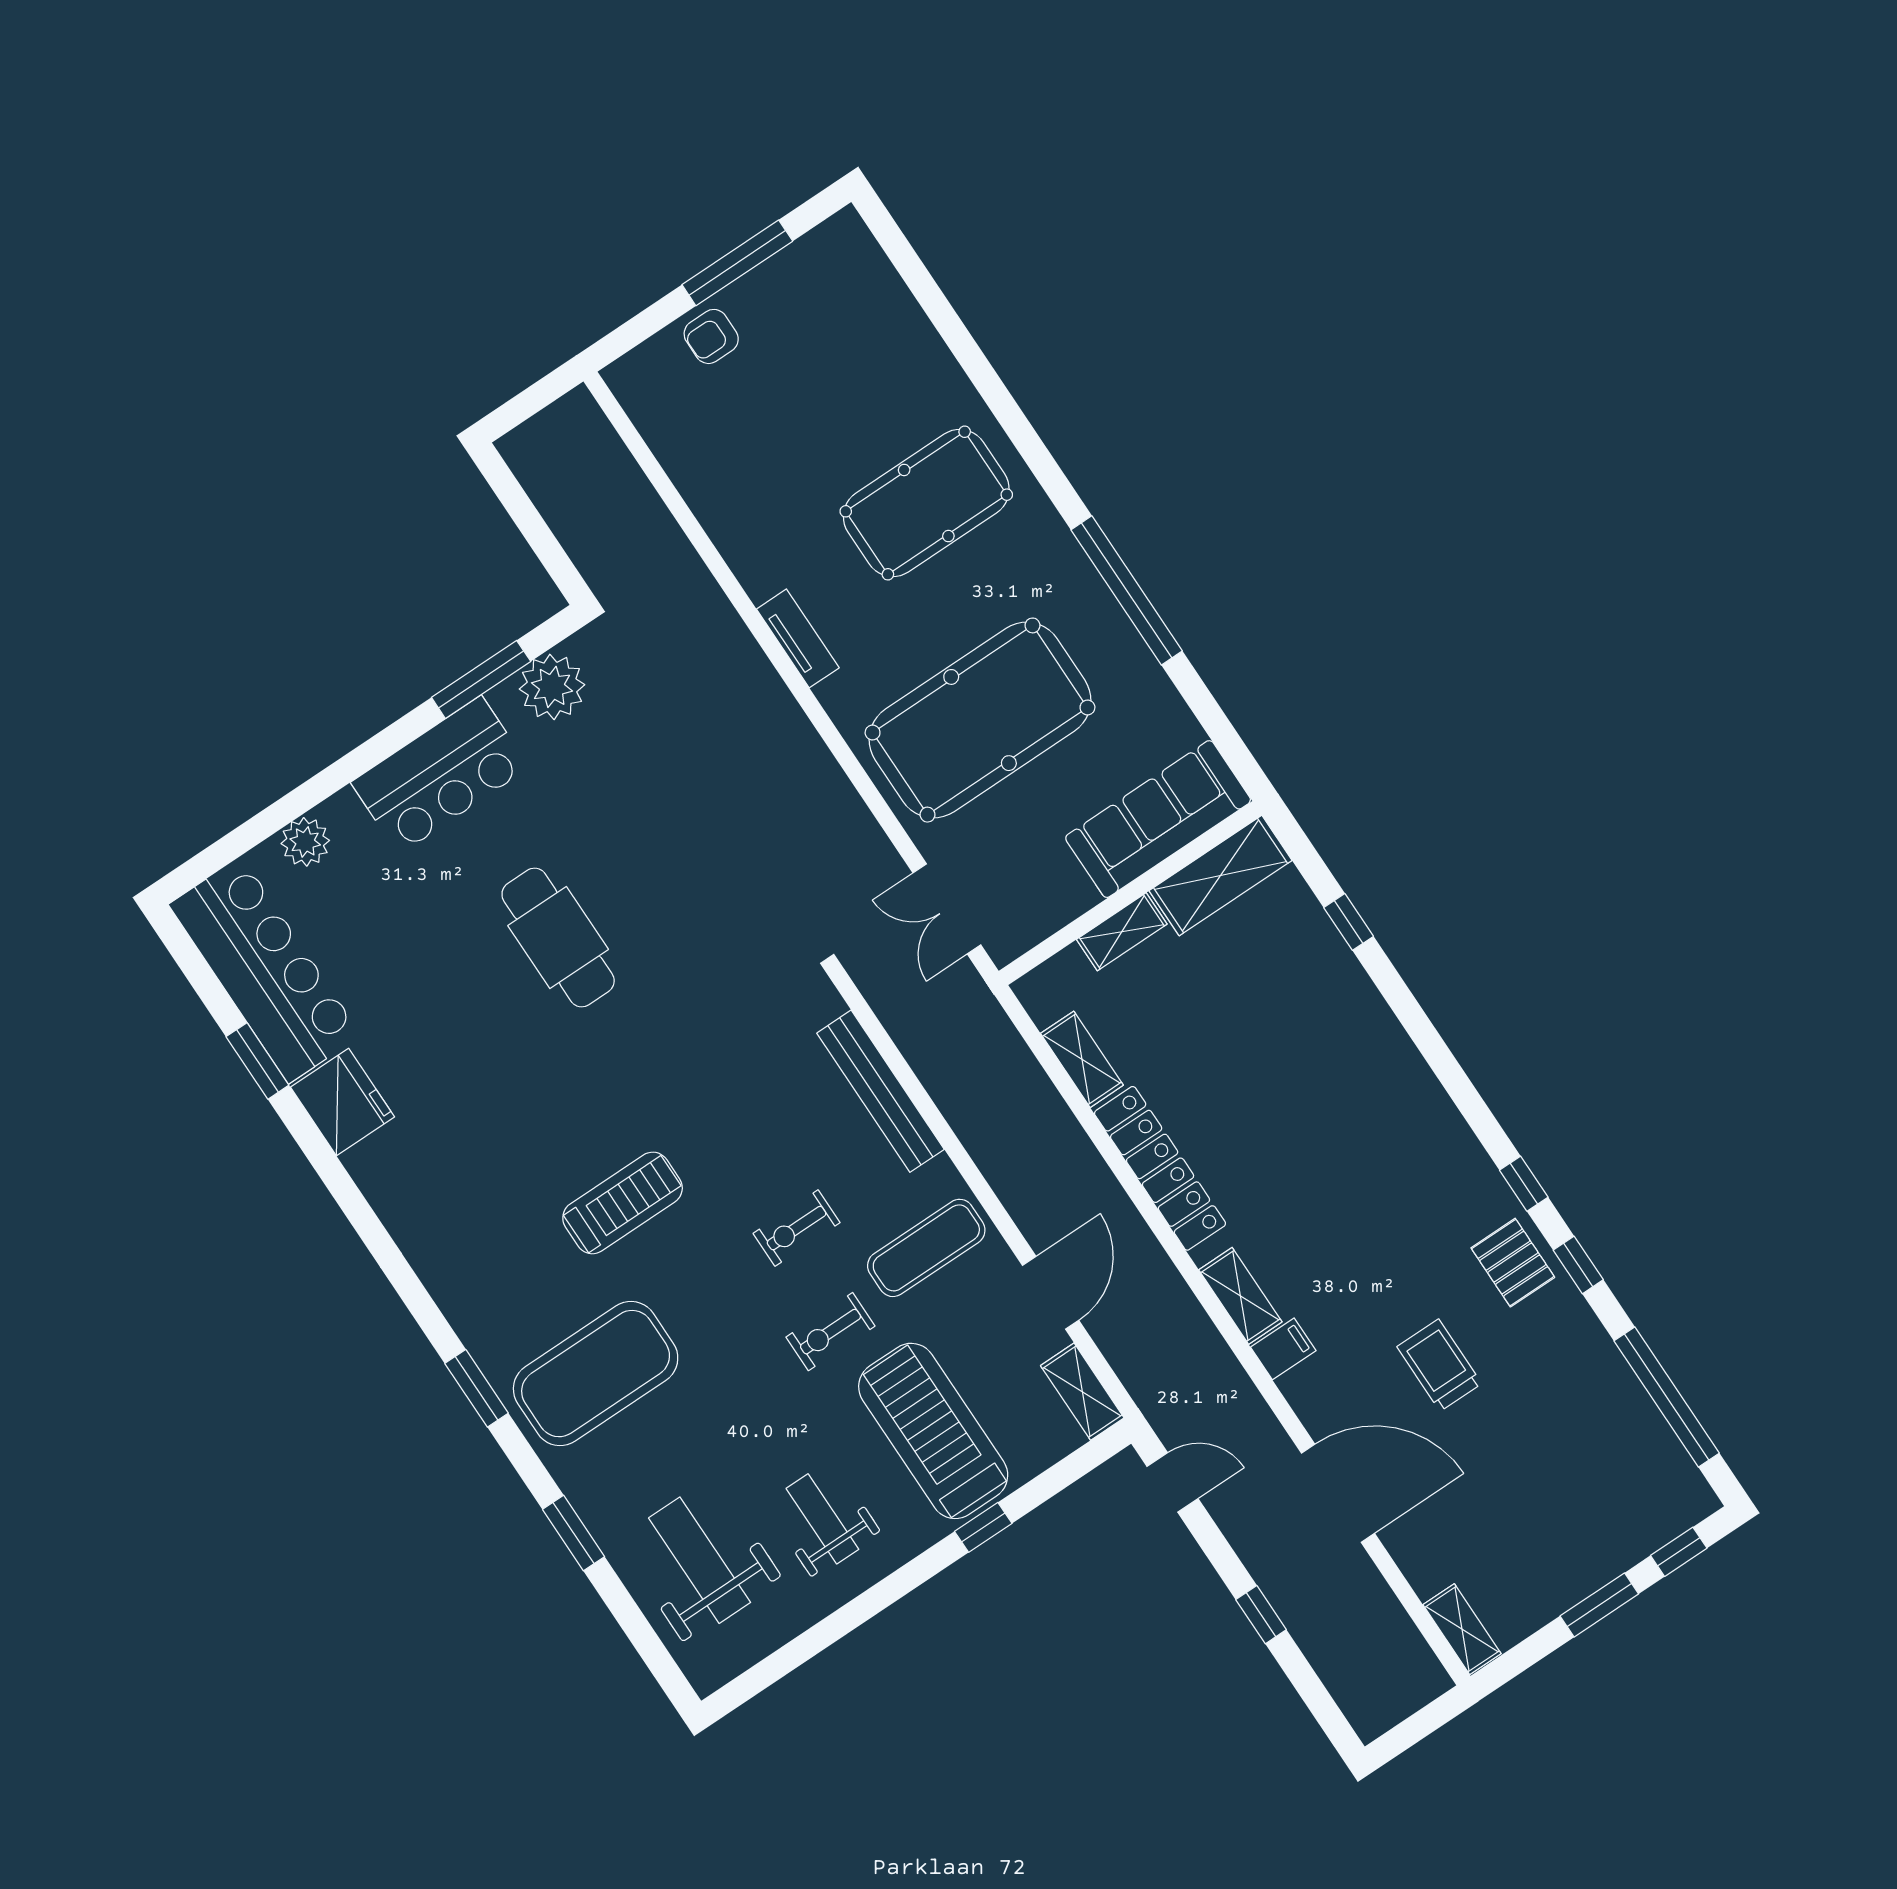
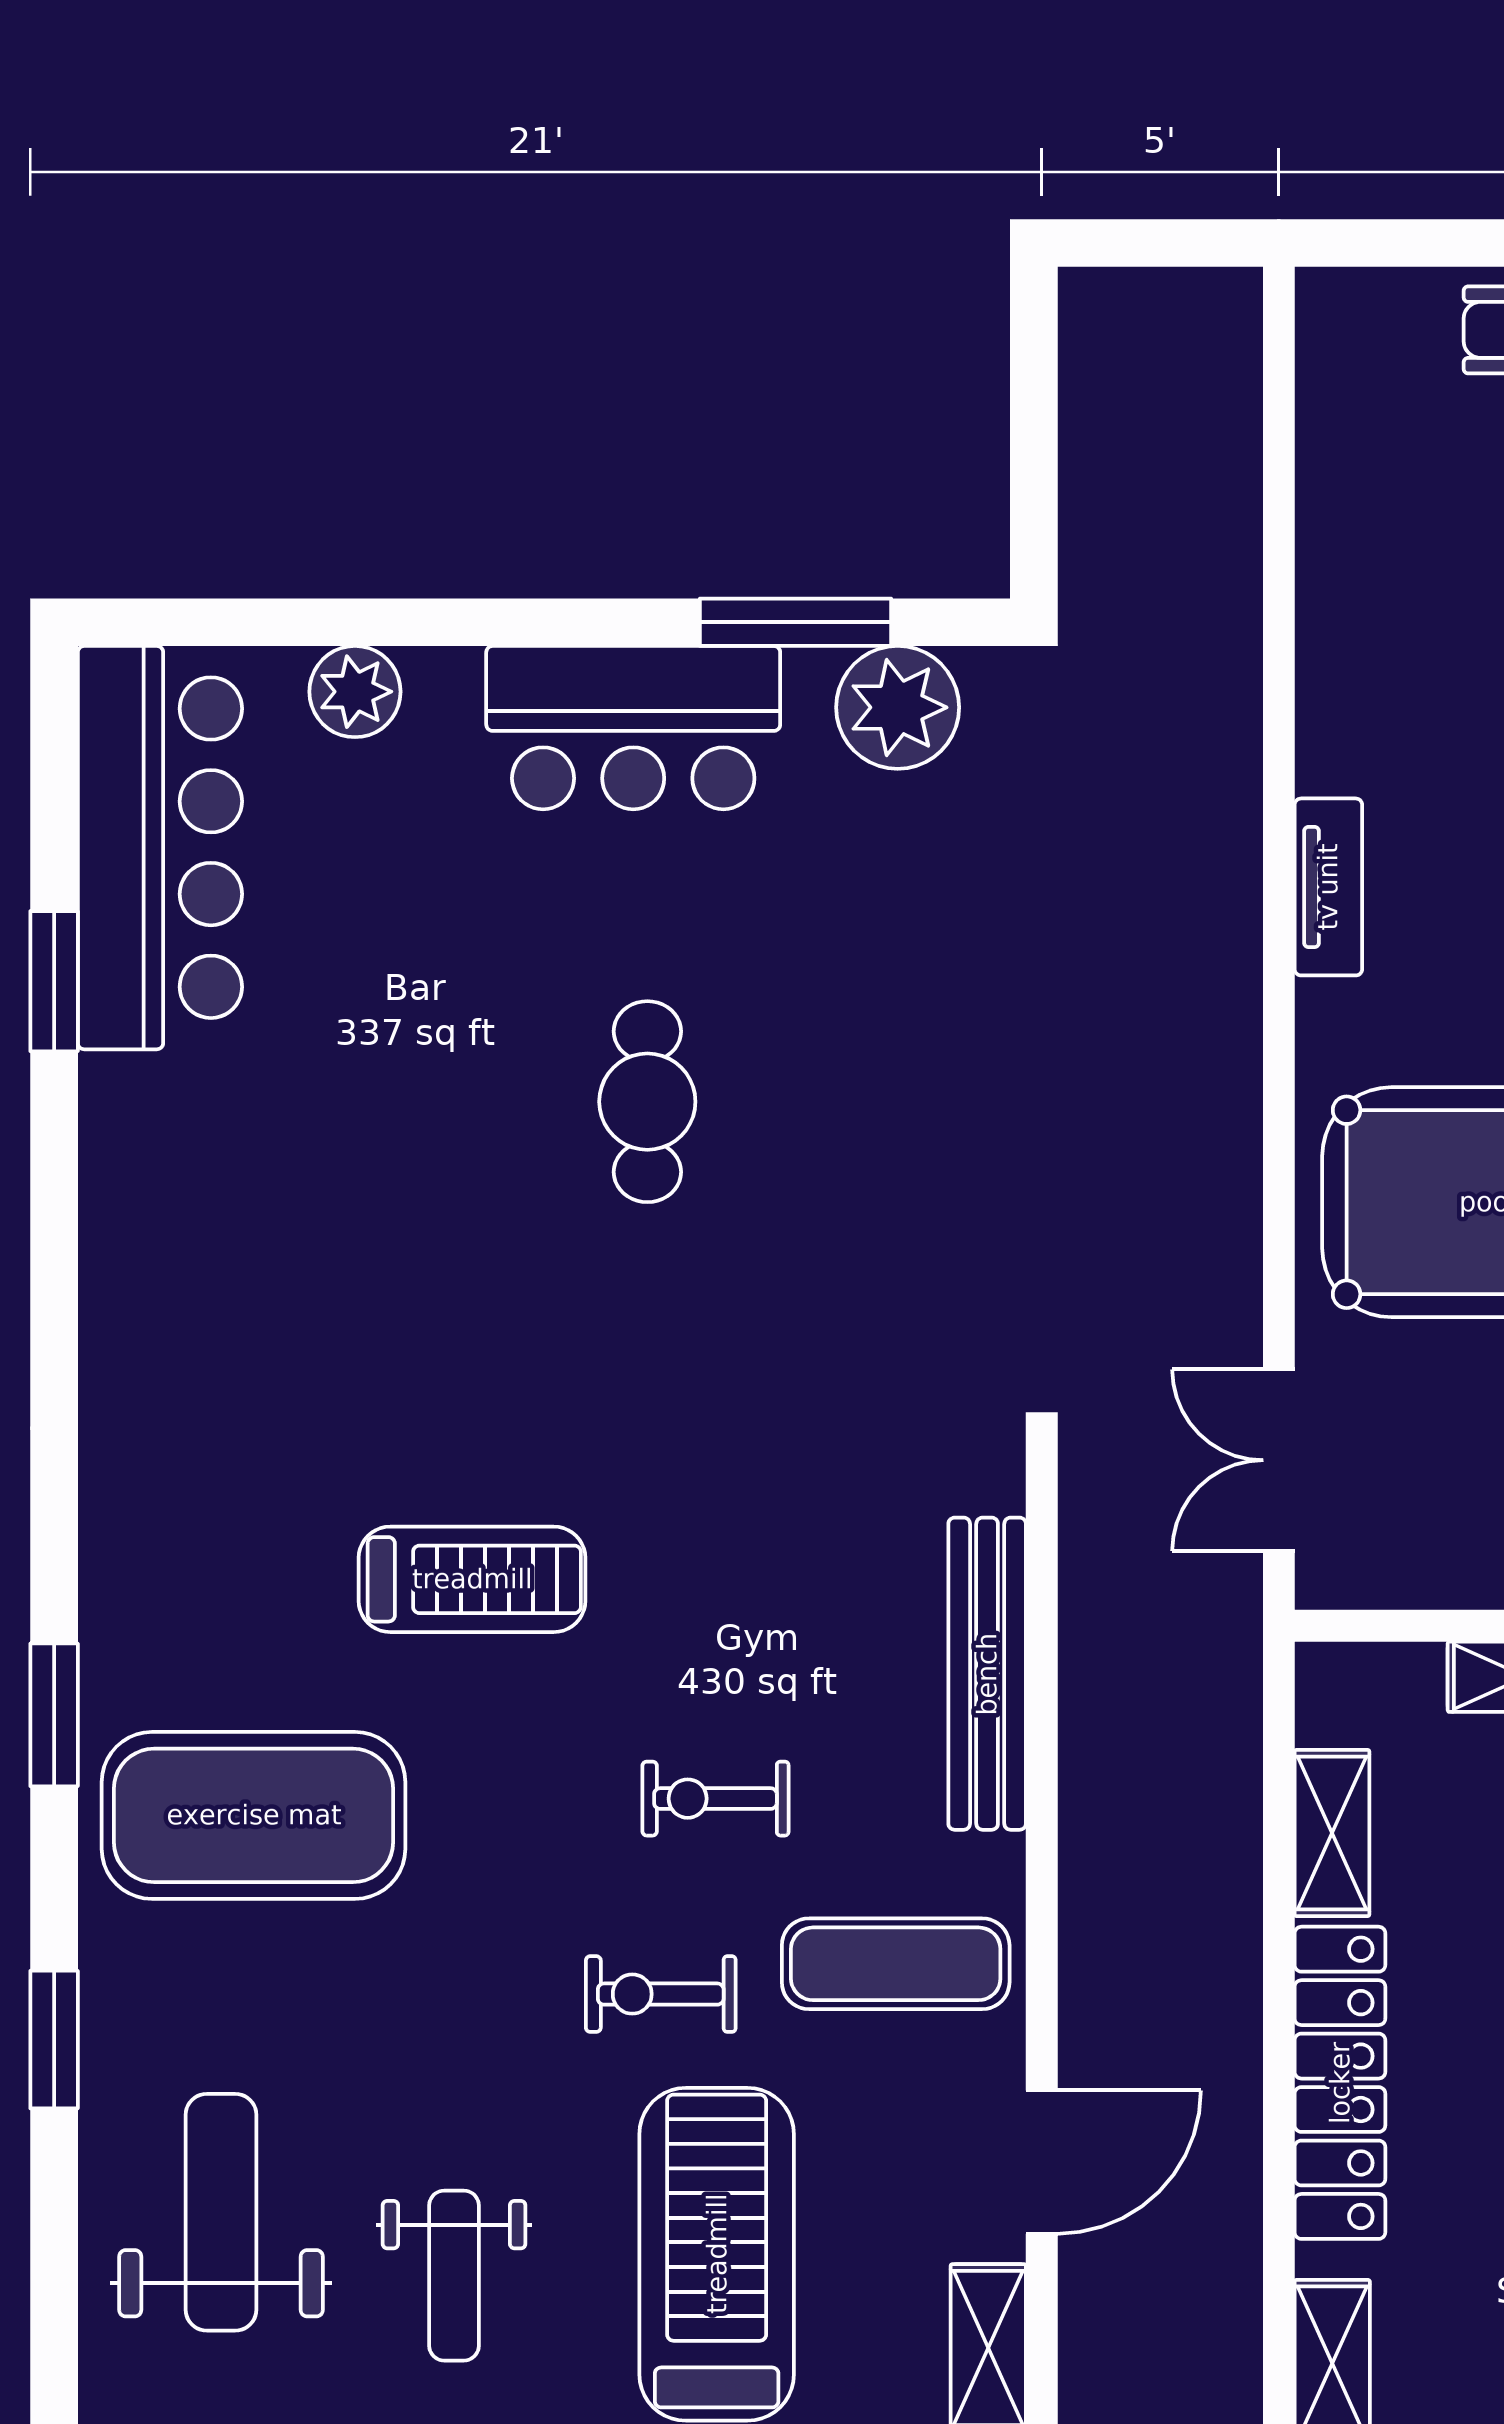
cafe table: (558, 938) -> (647, 1102), width x0.73, depth x0.74
fridge: (342, 1102) -> (143, 1133), removed
weight bench: (822, 1519) -> (454, 2276), turned 180

